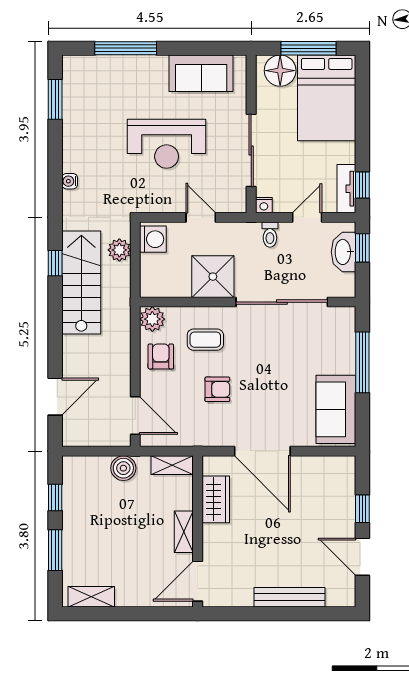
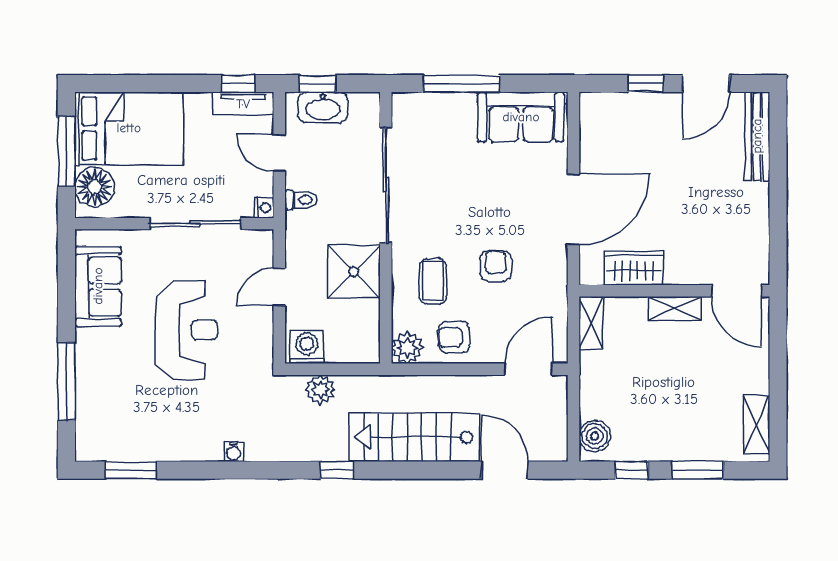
stairs: (81, 283) -> (415, 437), moved
boiler: (123, 468) -> (595, 436), moved
bench: (290, 597) -> (757, 136), moved

